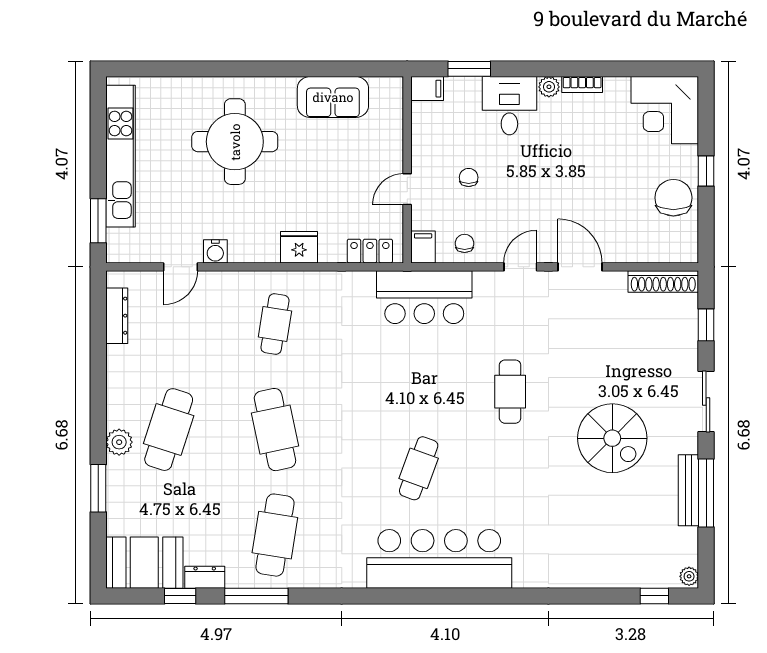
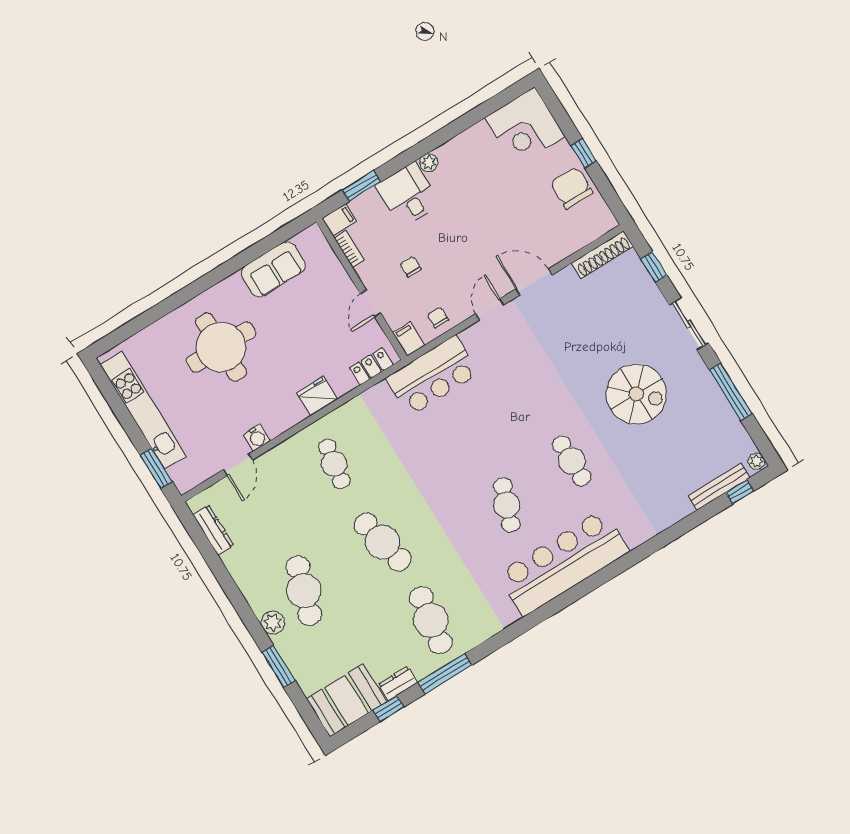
bookcase: (582, 85) -> (349, 249), moved, turned -90
cafe table: (510, 392) -> (572, 461), moved
bench: (688, 490) -> (719, 486), moved, turned 90

